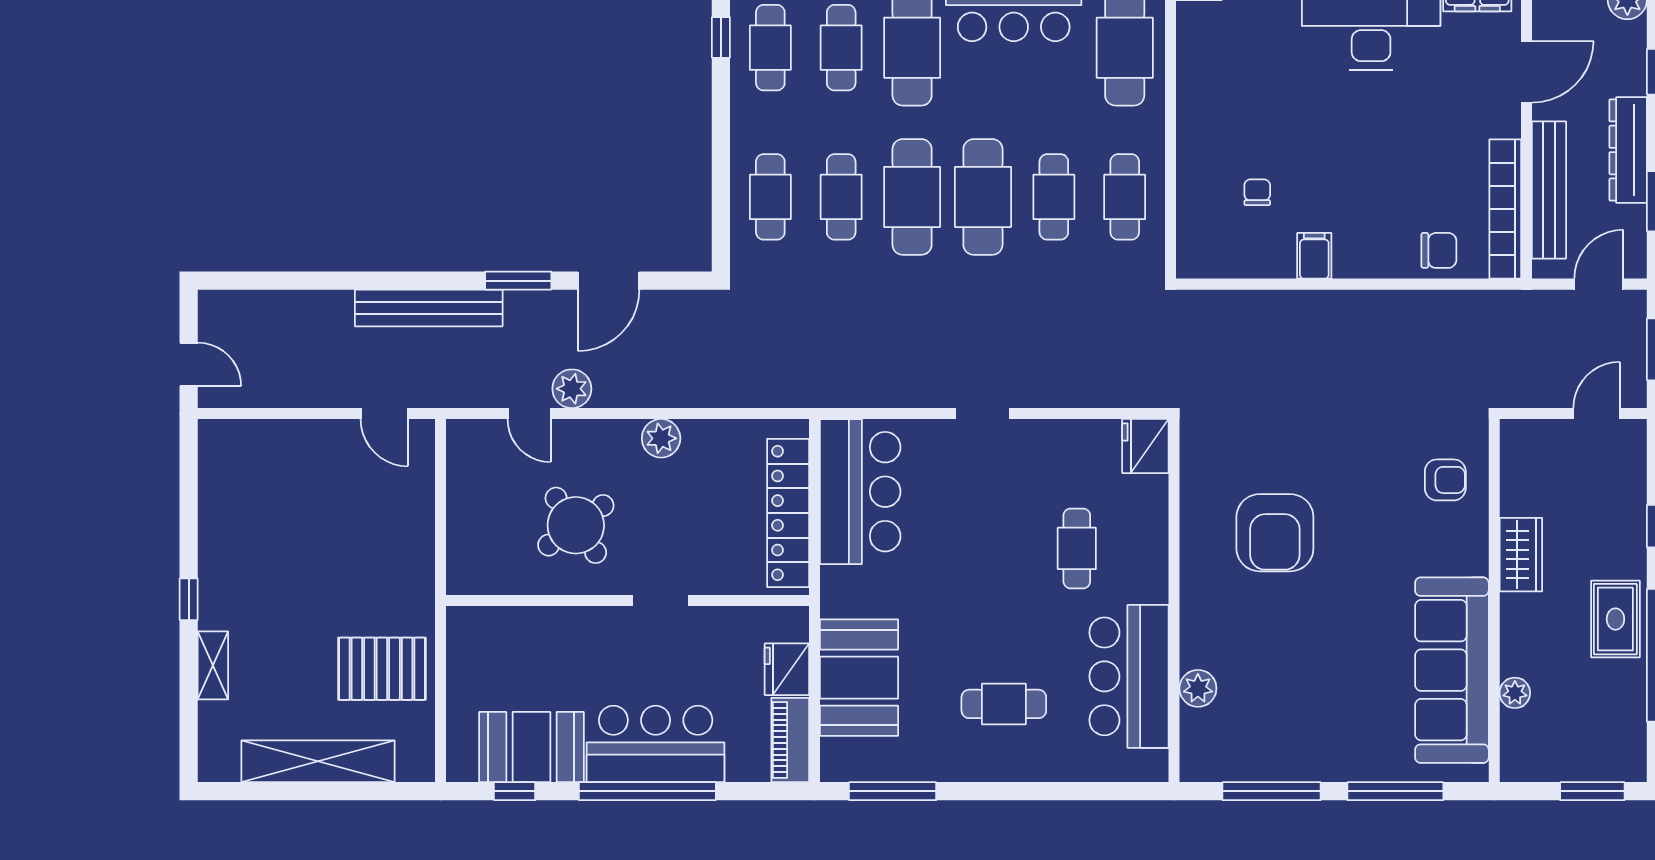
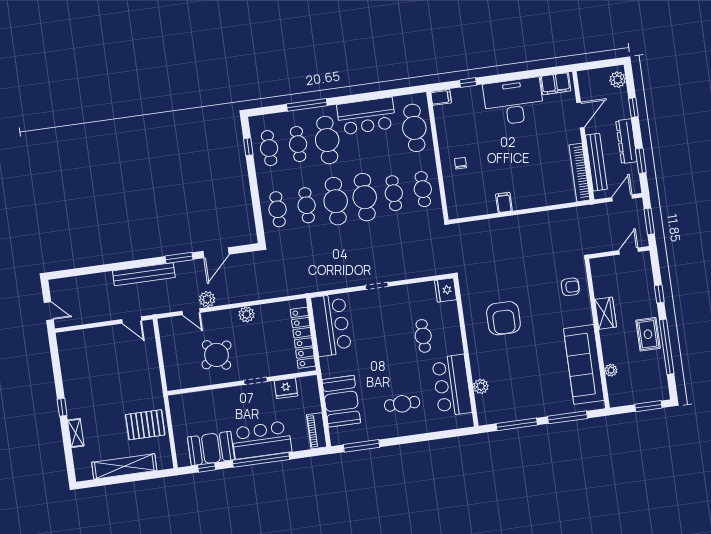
chair: (1257, 192) -> (460, 163), moved
chair: (1439, 250) -> (555, 193), removed
fridge: (787, 669) -> (286, 388), moved, turned -90

